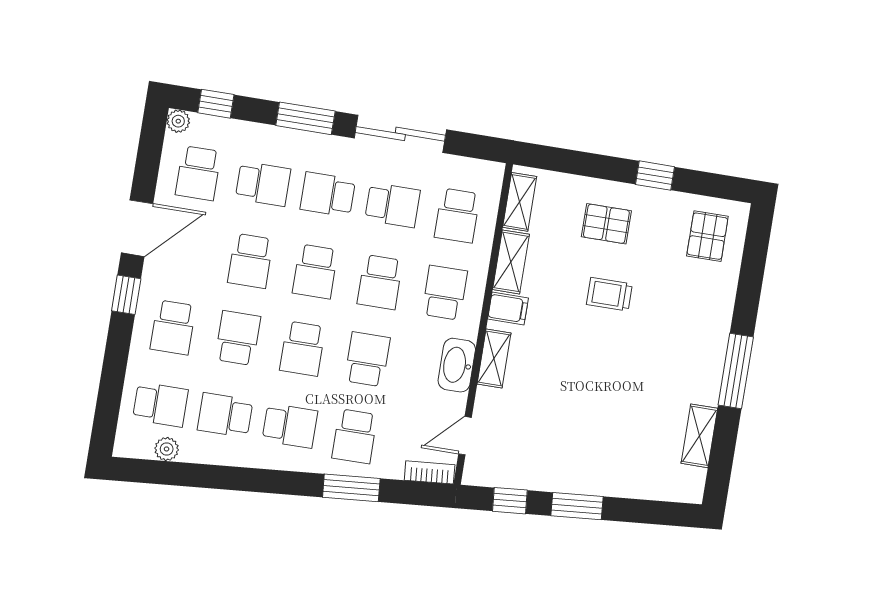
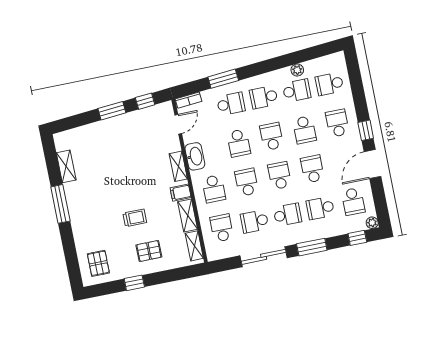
school desk: (198, 173) -> (353, 201), turned 180
school desk: (355, 436) -> (231, 104), turned 90
plant: (167, 449) -> (297, 70), moved

